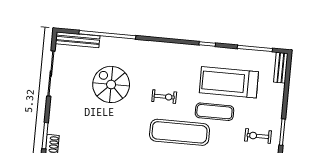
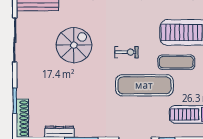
spiral stairs: (111, 84) -> (74, 45), turned 90

